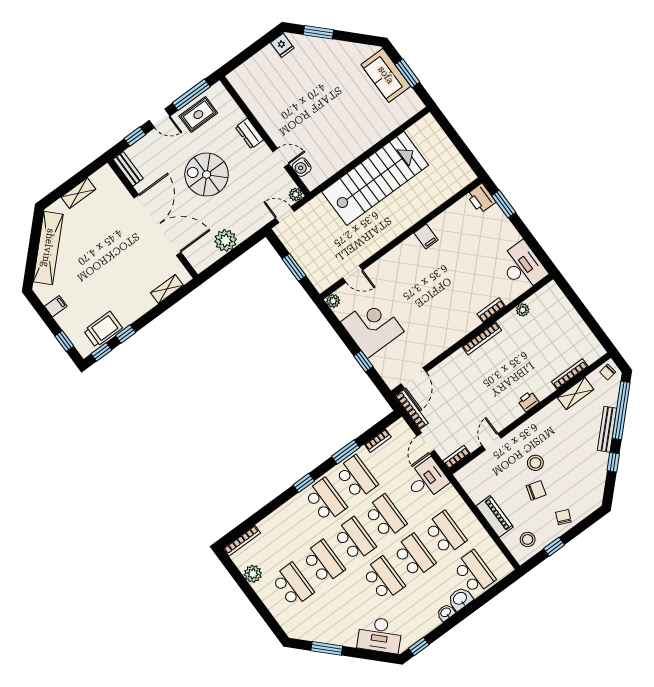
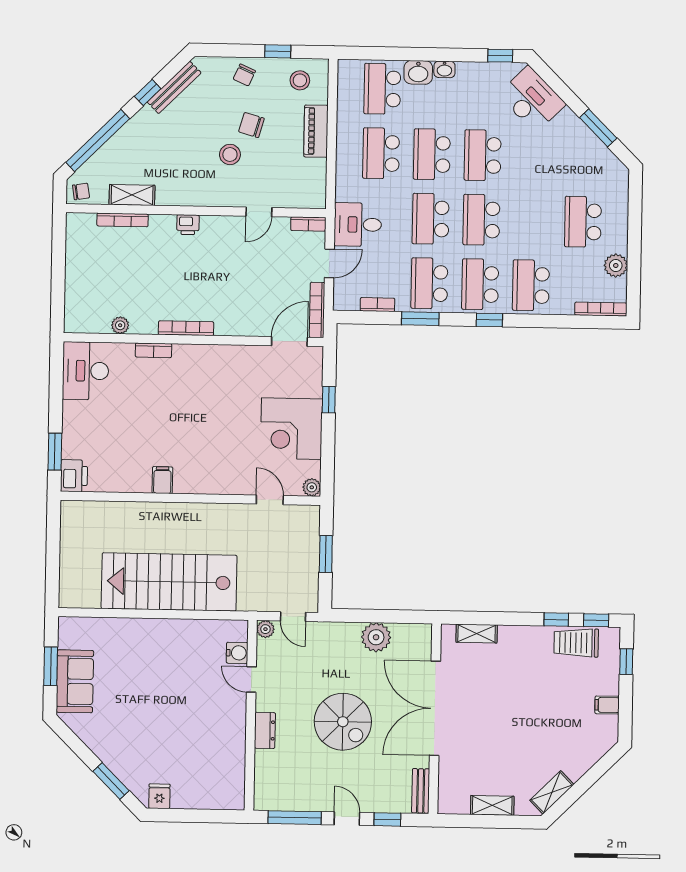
rug: (198, 115) -> (303, 791), removed
shelving: (48, 248) -> (552, 792), width x0.45, depth x0.75
bench: (607, 429) -> (174, 87), moved
school desk: (324, 562) -> (531, 285), moved

